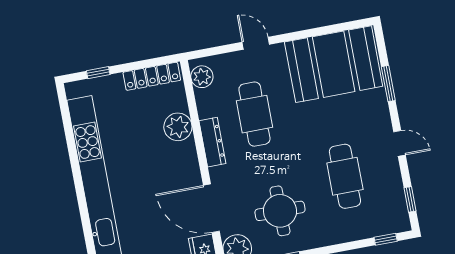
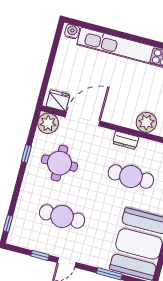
dresser: (212, 142) -> (126, 140), width x0.70
window: (410, 199) -> (40, 255), moved

